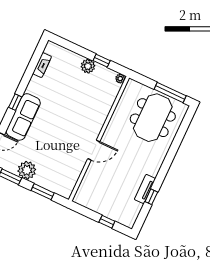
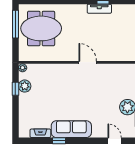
plant: (88, 66) -> (25, 86), moved
window: (15, 102) -> (59, 141), moved
sofa: (23, 117) -> (71, 129), moved

